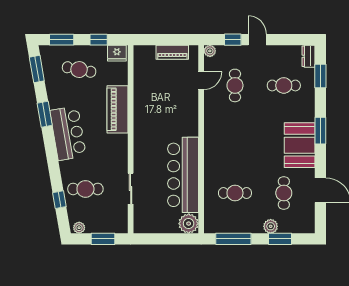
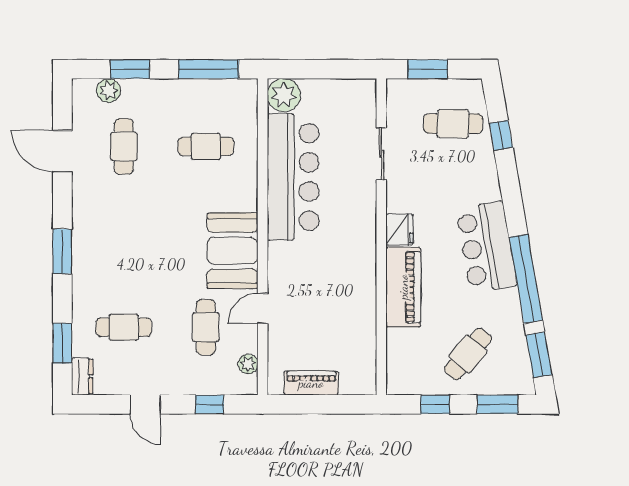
door: (257, 40) -> (145, 404), moved
plant: (210, 51) -> (248, 364), moved
fridge: (117, 53) -> (400, 230), moved, turned 90
cafe table: (79, 70) -> (468, 354), turned -61
door: (201, 80) -> (263, 308), moved
window: (45, 114) -> (526, 279), width x2.11
booth: (300, 145) -> (232, 251), moved
cafe table: (85, 189) -> (453, 124), moved
plant: (271, 226) -> (109, 90), moved
plant: (79, 228) -> (468, 88), removed

